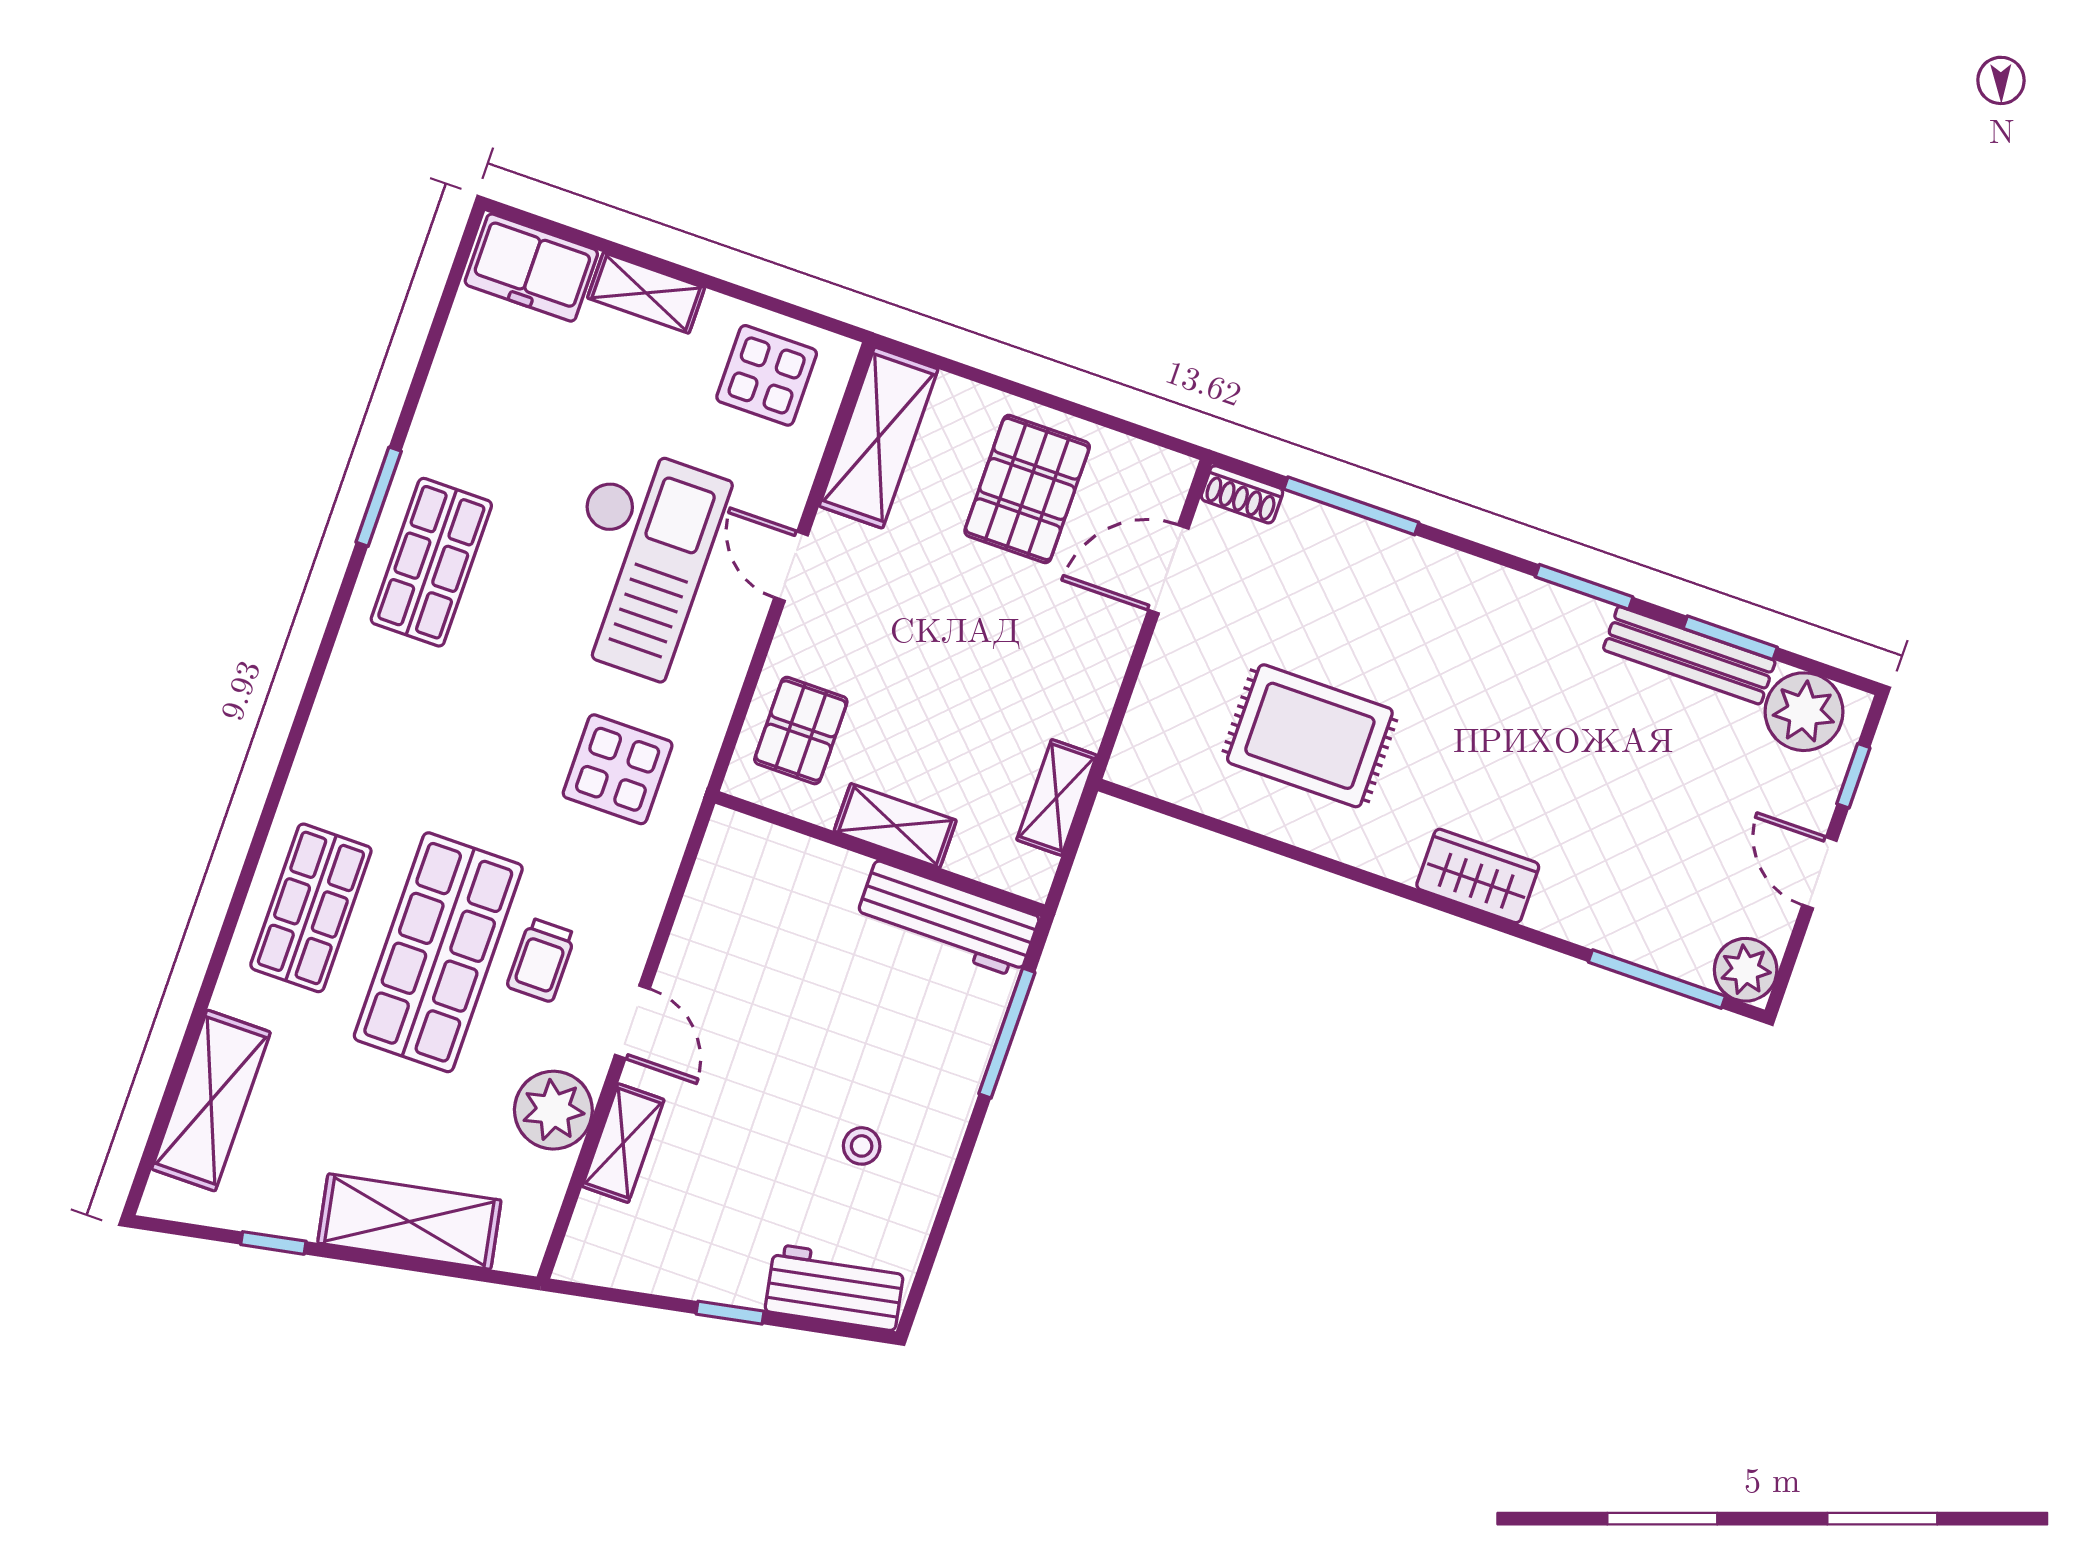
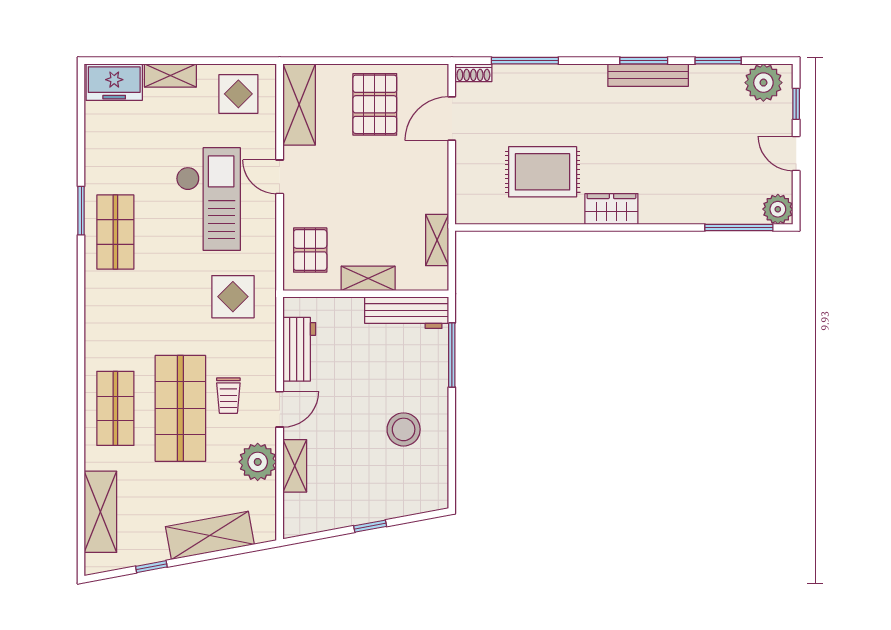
bench: (1689, 655) -> (648, 75), moved
wardrobe: (1478, 876) -> (611, 209), moved
door: (632, 1022) -> (280, 409), hinge flipped
stool: (862, 1146) -> (404, 429), width x1.89, depth x1.89
workbench: (835, 1288) -> (299, 349), moved, turned 101

